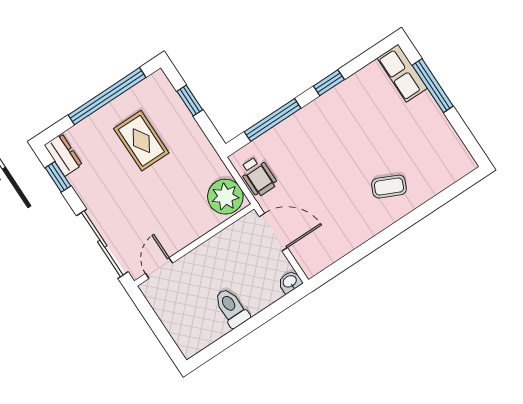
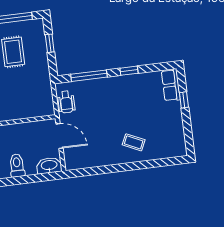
window: (433, 86) -> (184, 100), width x0.46
plant: (225, 197) -> (43, 104), removed
washbasin: (290, 282) -> (49, 165), width x1.91, depth x1.45

